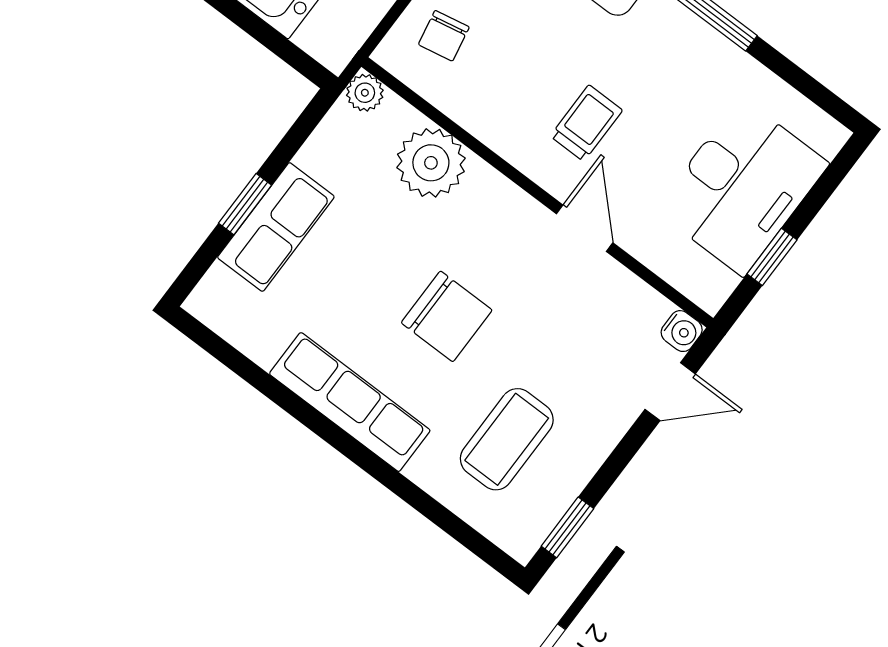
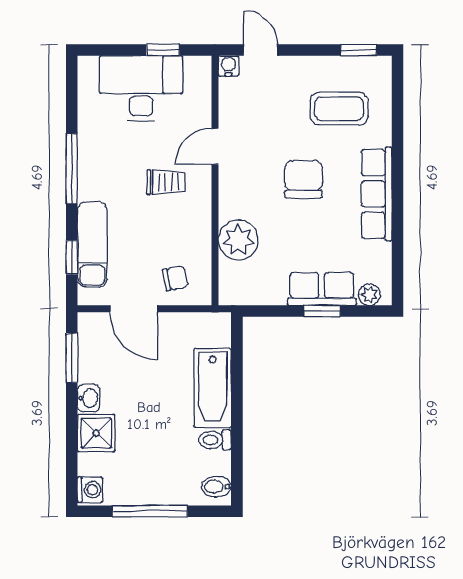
plant: (365, 93) -> (369, 295), moved
trolley: (586, 123) -> (166, 182), turned 180

